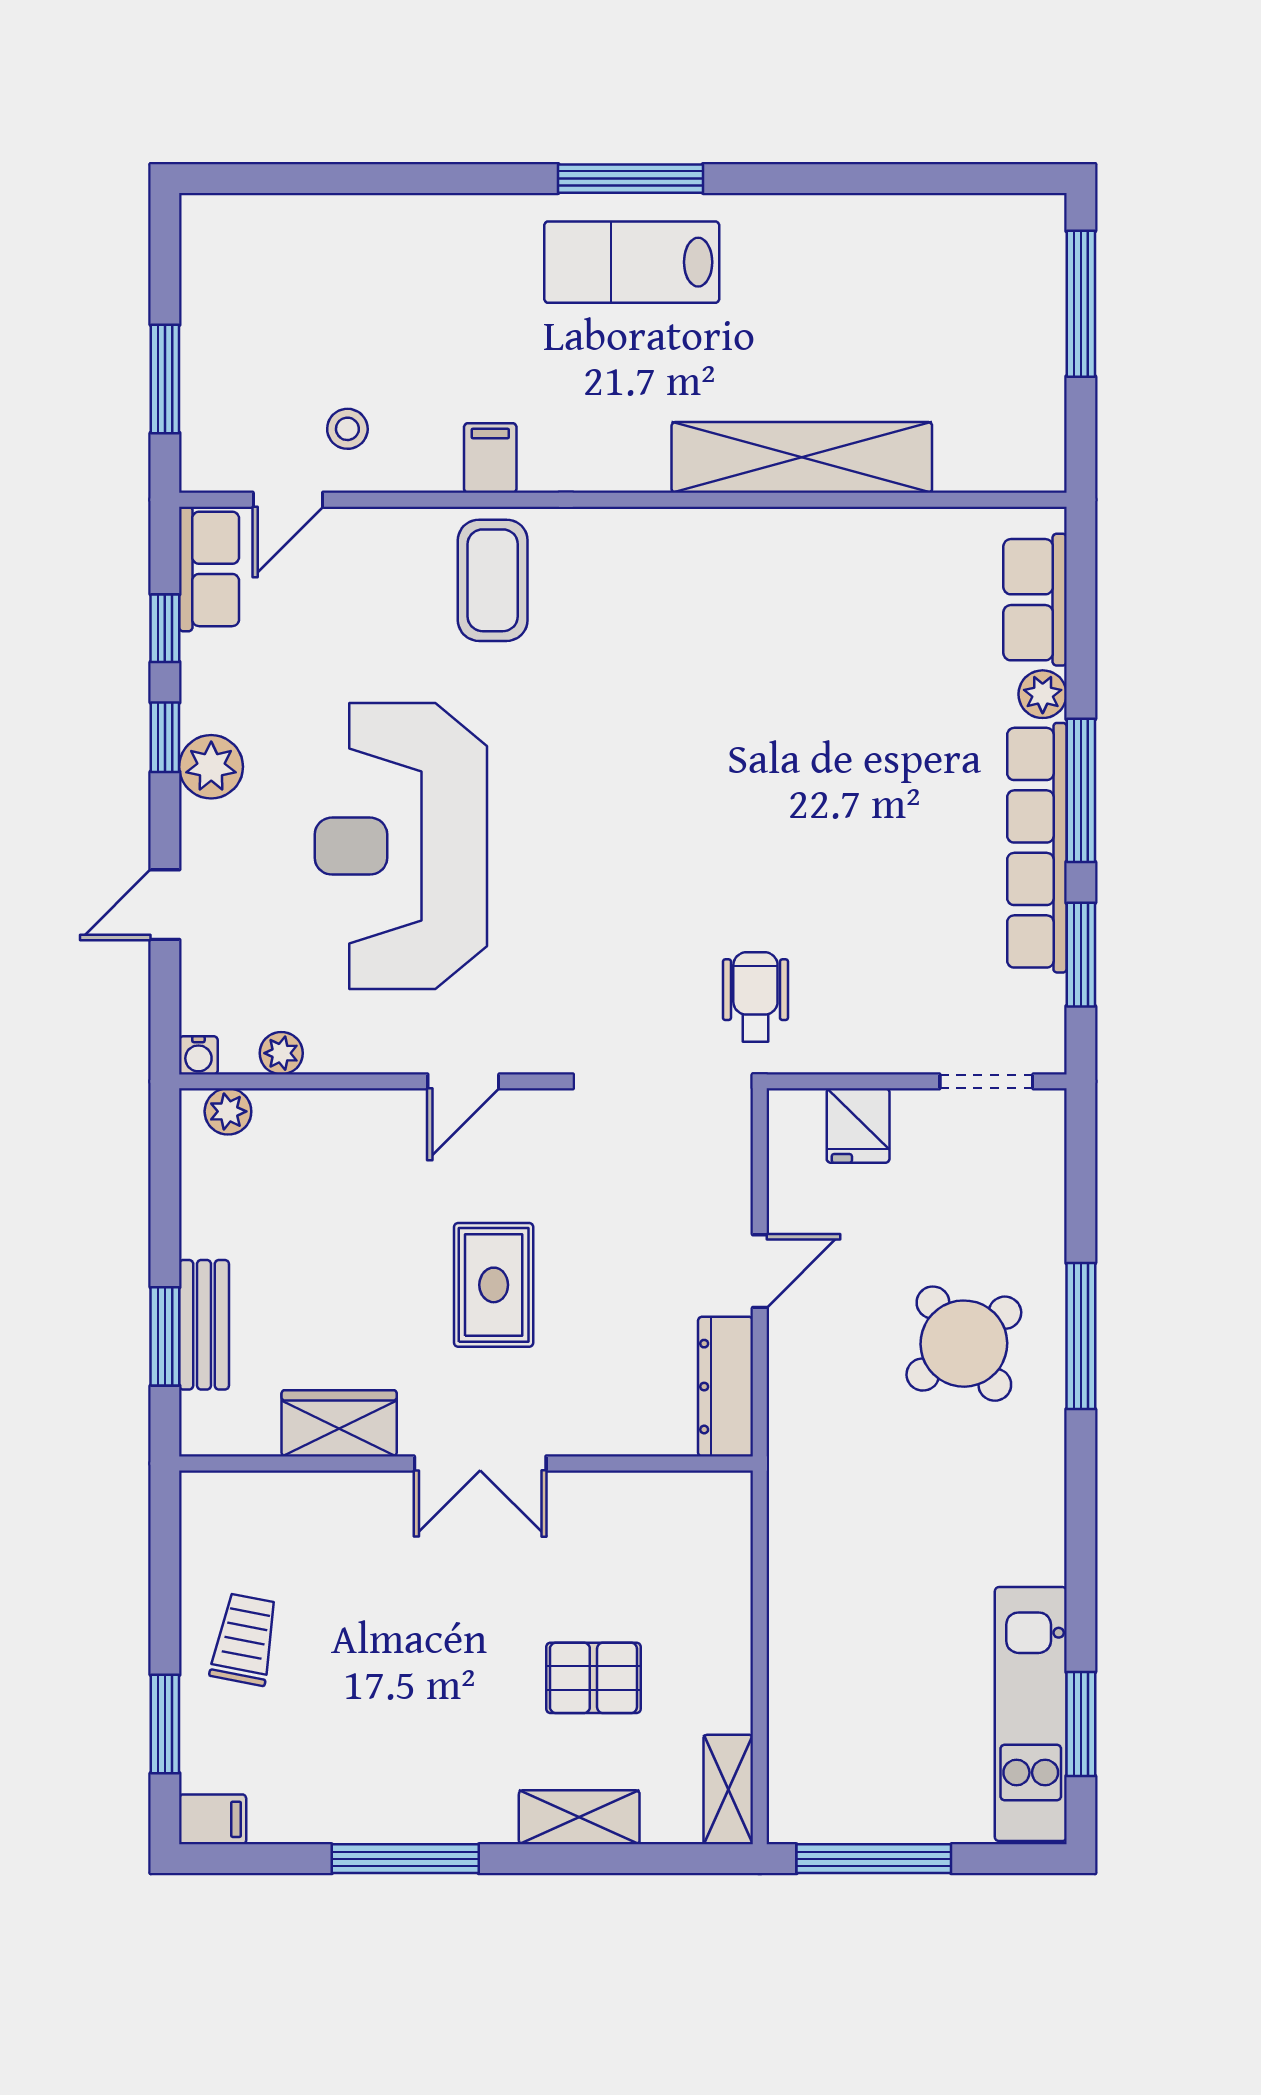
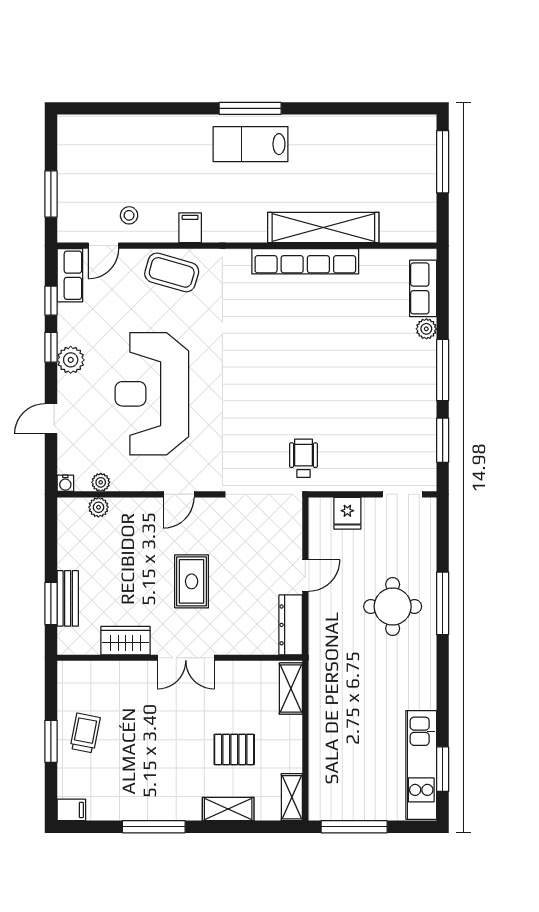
coffee table: (493, 580) -> (172, 272), moved, turned -74
row of seats: (1037, 848) -> (305, 261), moved, turned -90
plant: (228, 1111) -> (98, 507), moved
round table: (964, 1344) -> (393, 607), turned 37
shelving: (726, 1536) -> (291, 689), added
window: (165, 1724) -> (51, 741), moved

